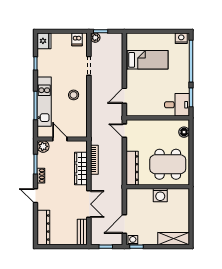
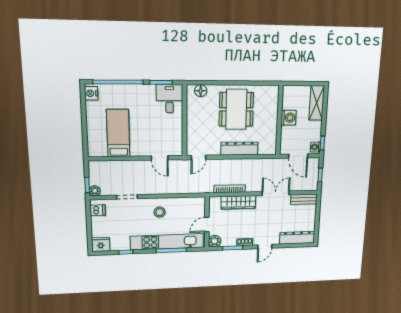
kitchen unit: (44, 102) -> (167, 242), width x1.36
wall: (158, 187) -> (279, 120), moved
washing machine: (160, 195) -> (289, 118), moved

